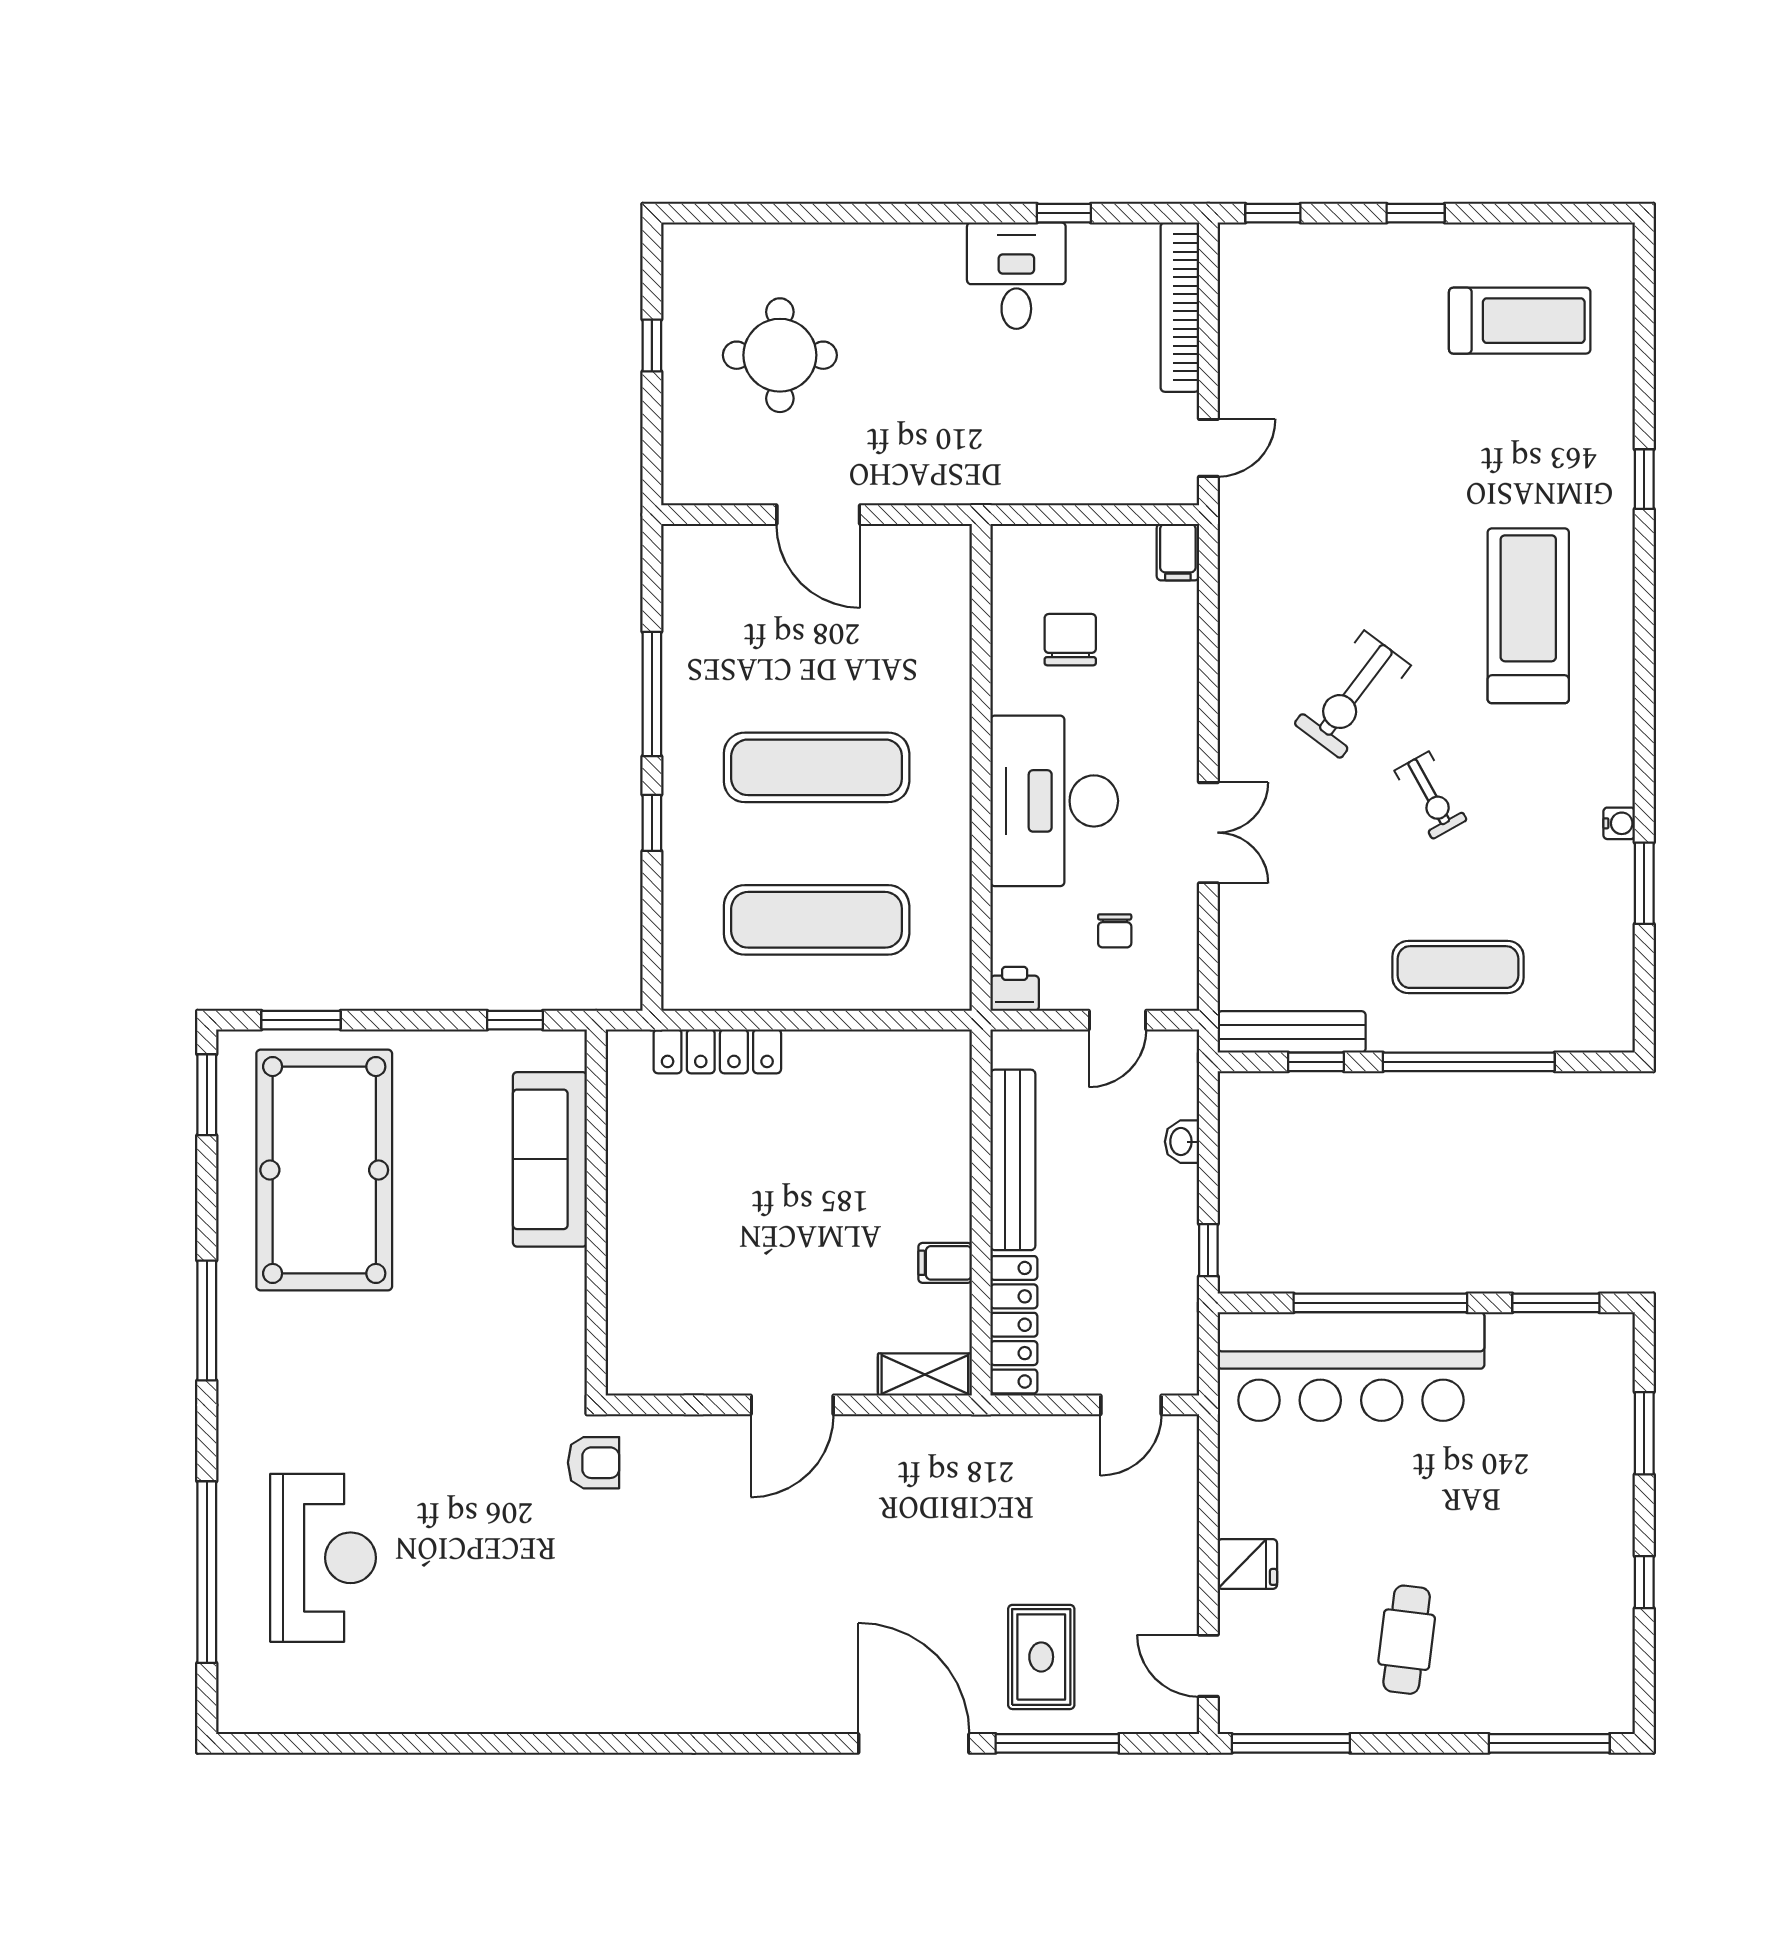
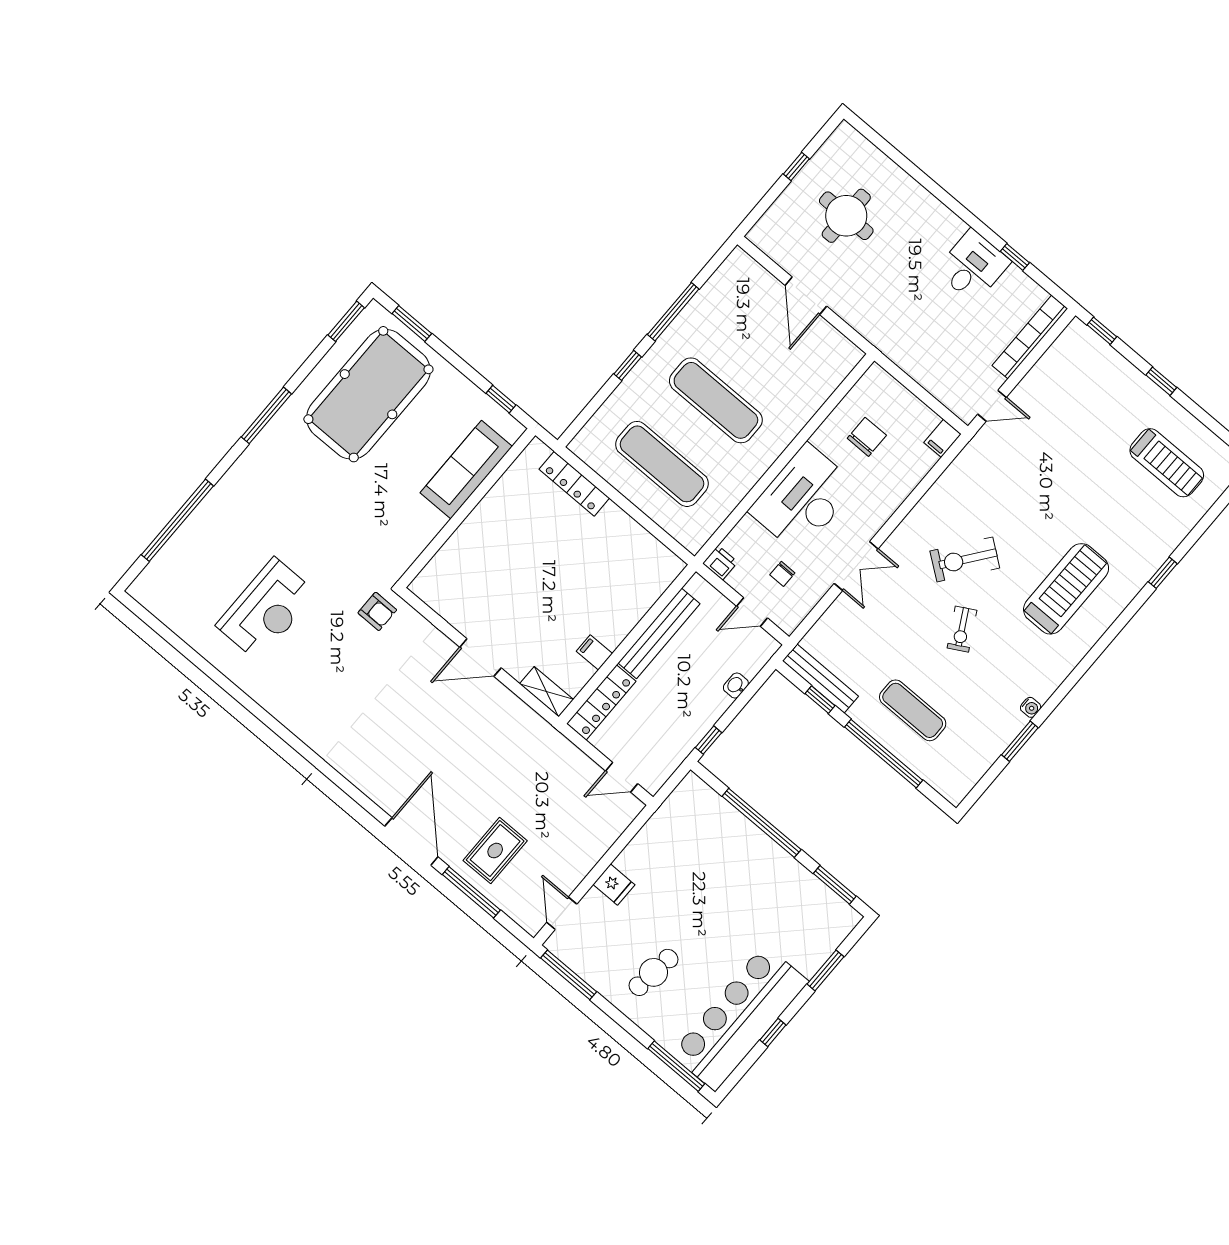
bar counter: (1351, 1367) -> (740, 1018), moved, turned 90
reception desk: (323, 1558) -> (266, 609), moved

